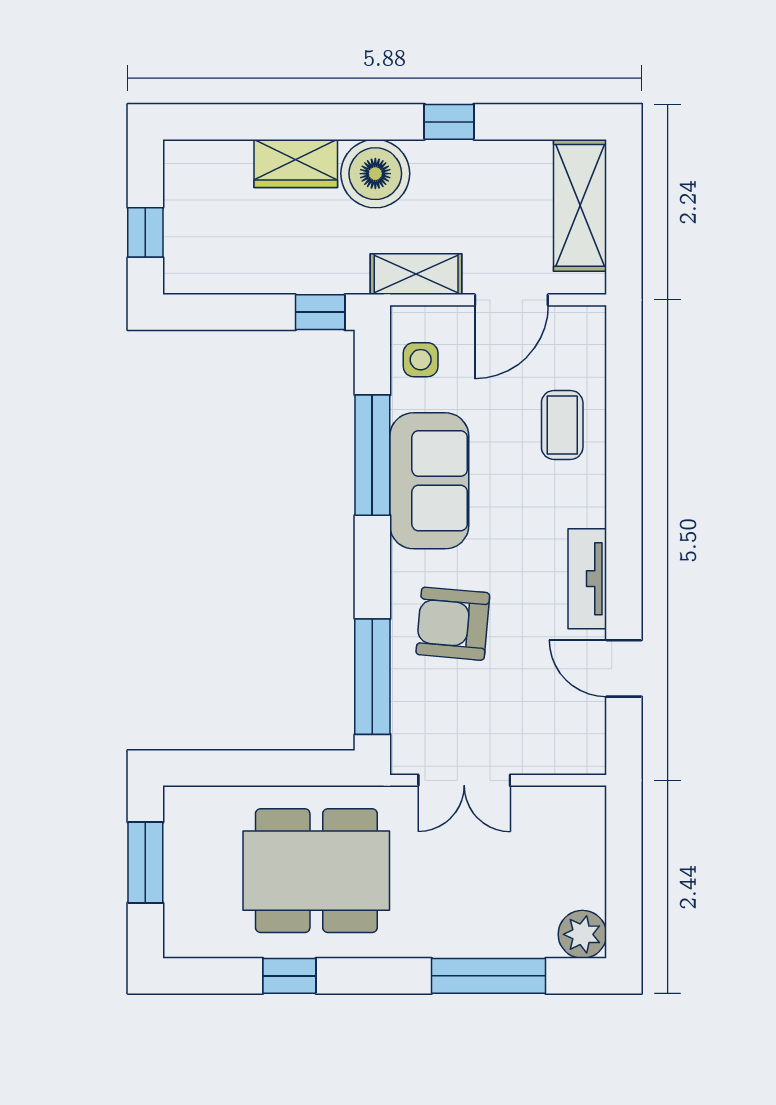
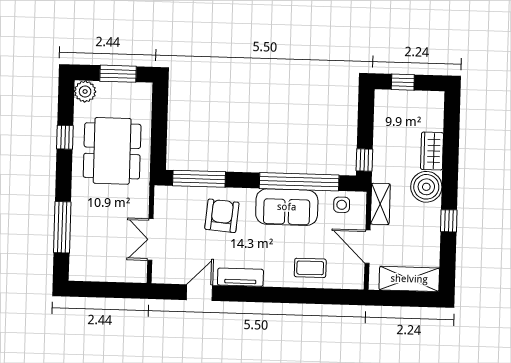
window: (372, 455) -> (299, 182), width x1.46
double door: (464, 780) -> (150, 240), moved
plant: (582, 934) -> (85, 91), moved

